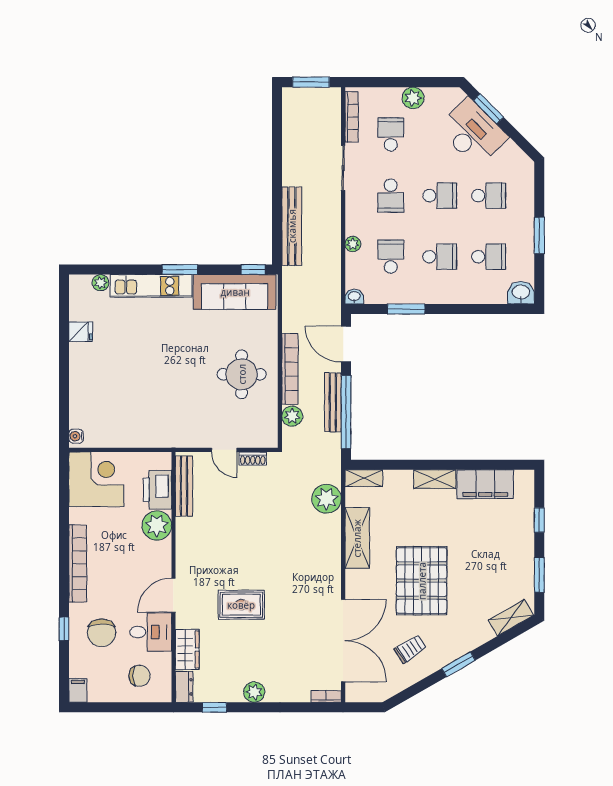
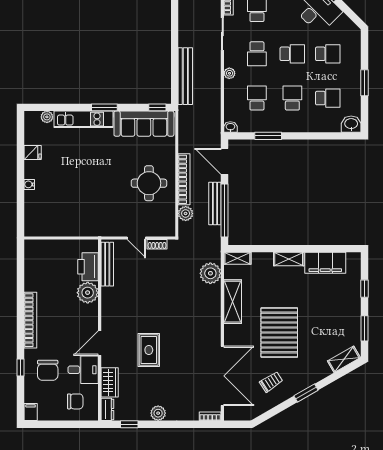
plant: (353, 244) -> (229, 73), moved
school desk: (440, 257) -> (292, 98), turned -90
water cooler: (76, 436) -> (29, 184), moved
corner desk: (96, 479) -> (44, 259), removed
rug: (241, 605) -> (149, 350), turned 90

